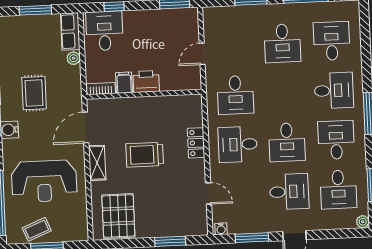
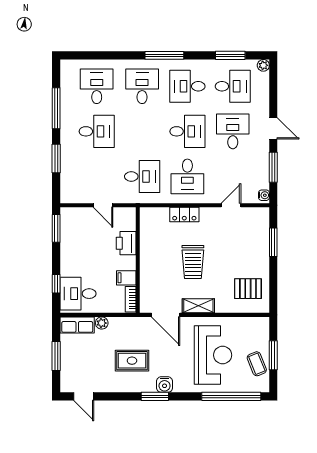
desk: (332, 41) -> (97, 86), turned 90
printer: (146, 82) -> (126, 243), moved
pallet: (118, 216) -> (248, 289), width x0.67, depth x0.71

